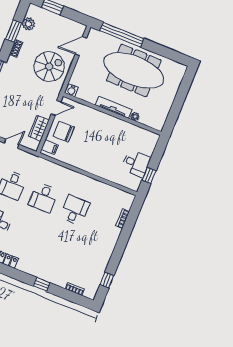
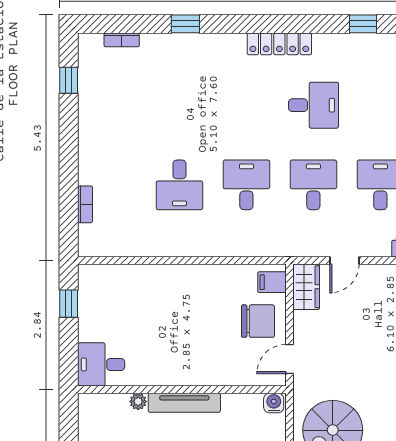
wardrobe: (39, 128) -> (306, 287), moved
desk: (136, 163) -> (101, 364), moved

